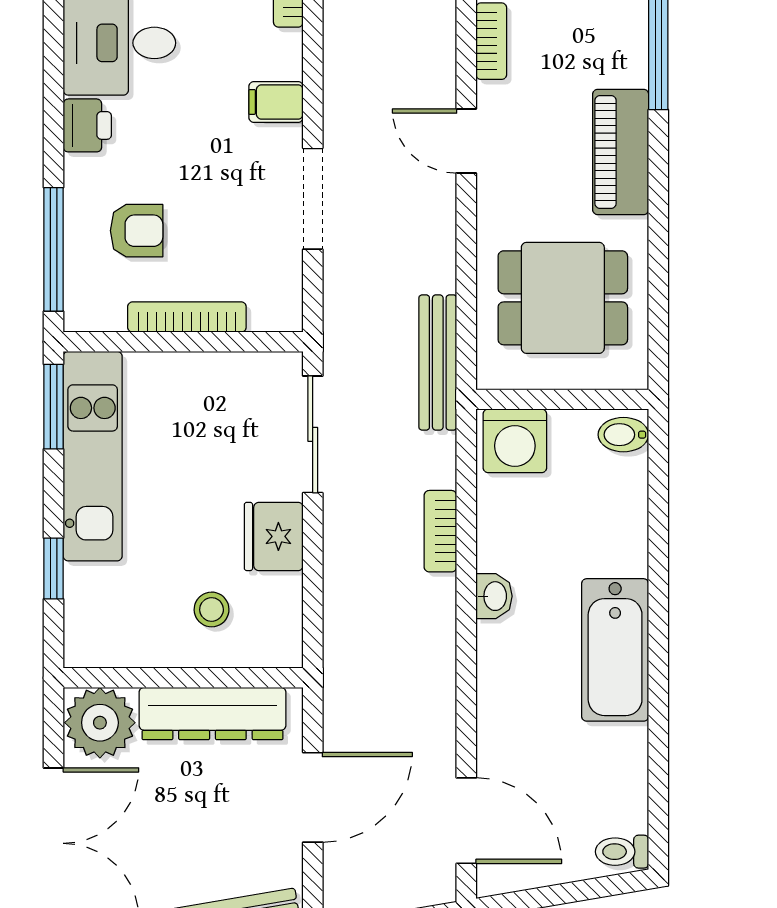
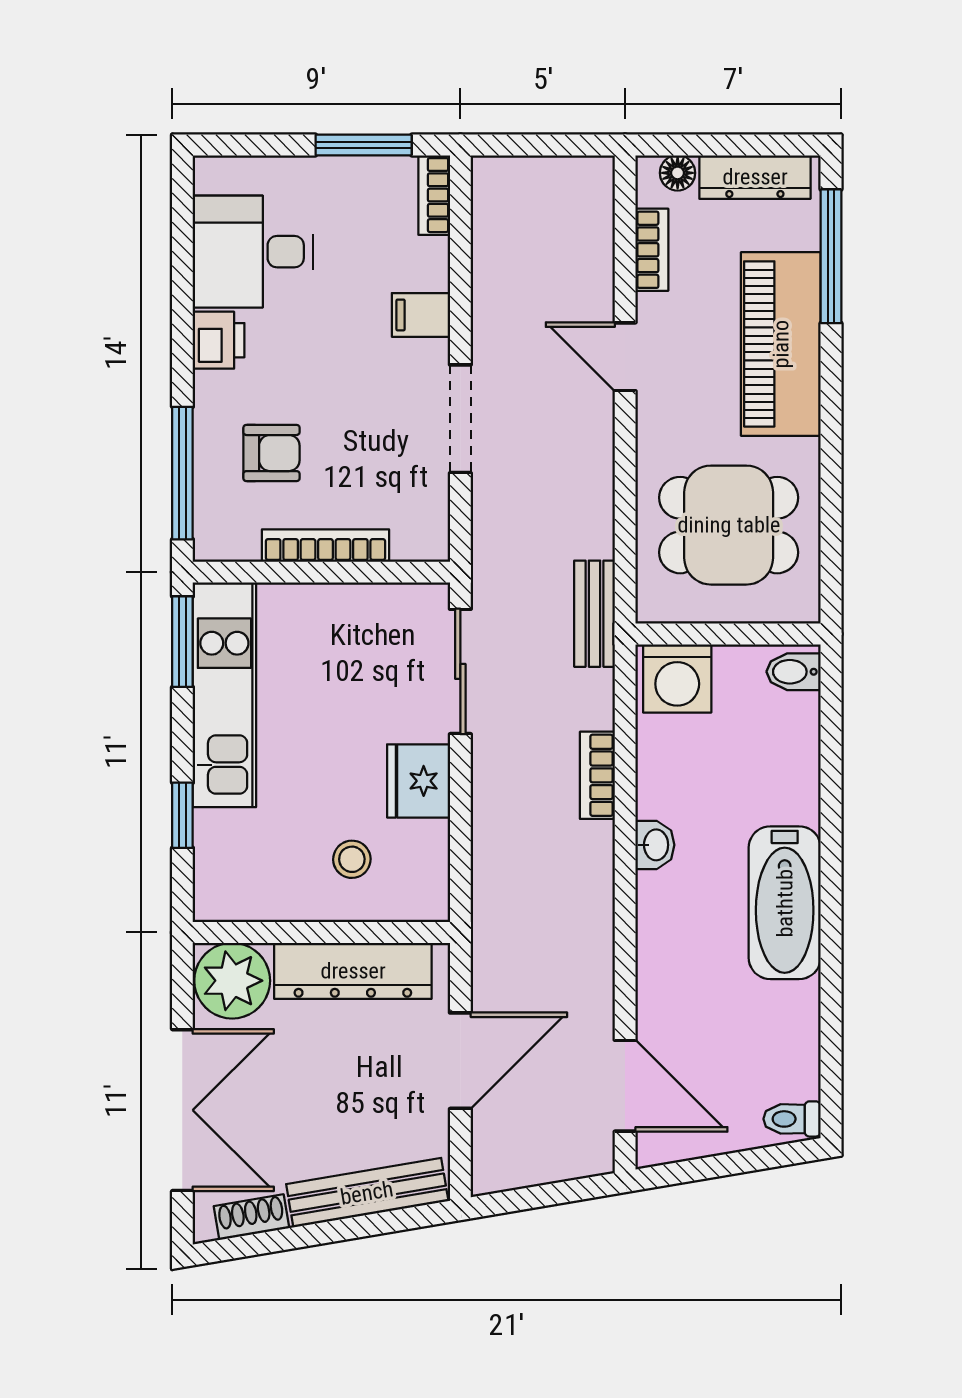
piano: (621, 152) -> (781, 344), width x1.37, depth x1.33
bench: (438, 363) -> (595, 614), width x0.73

